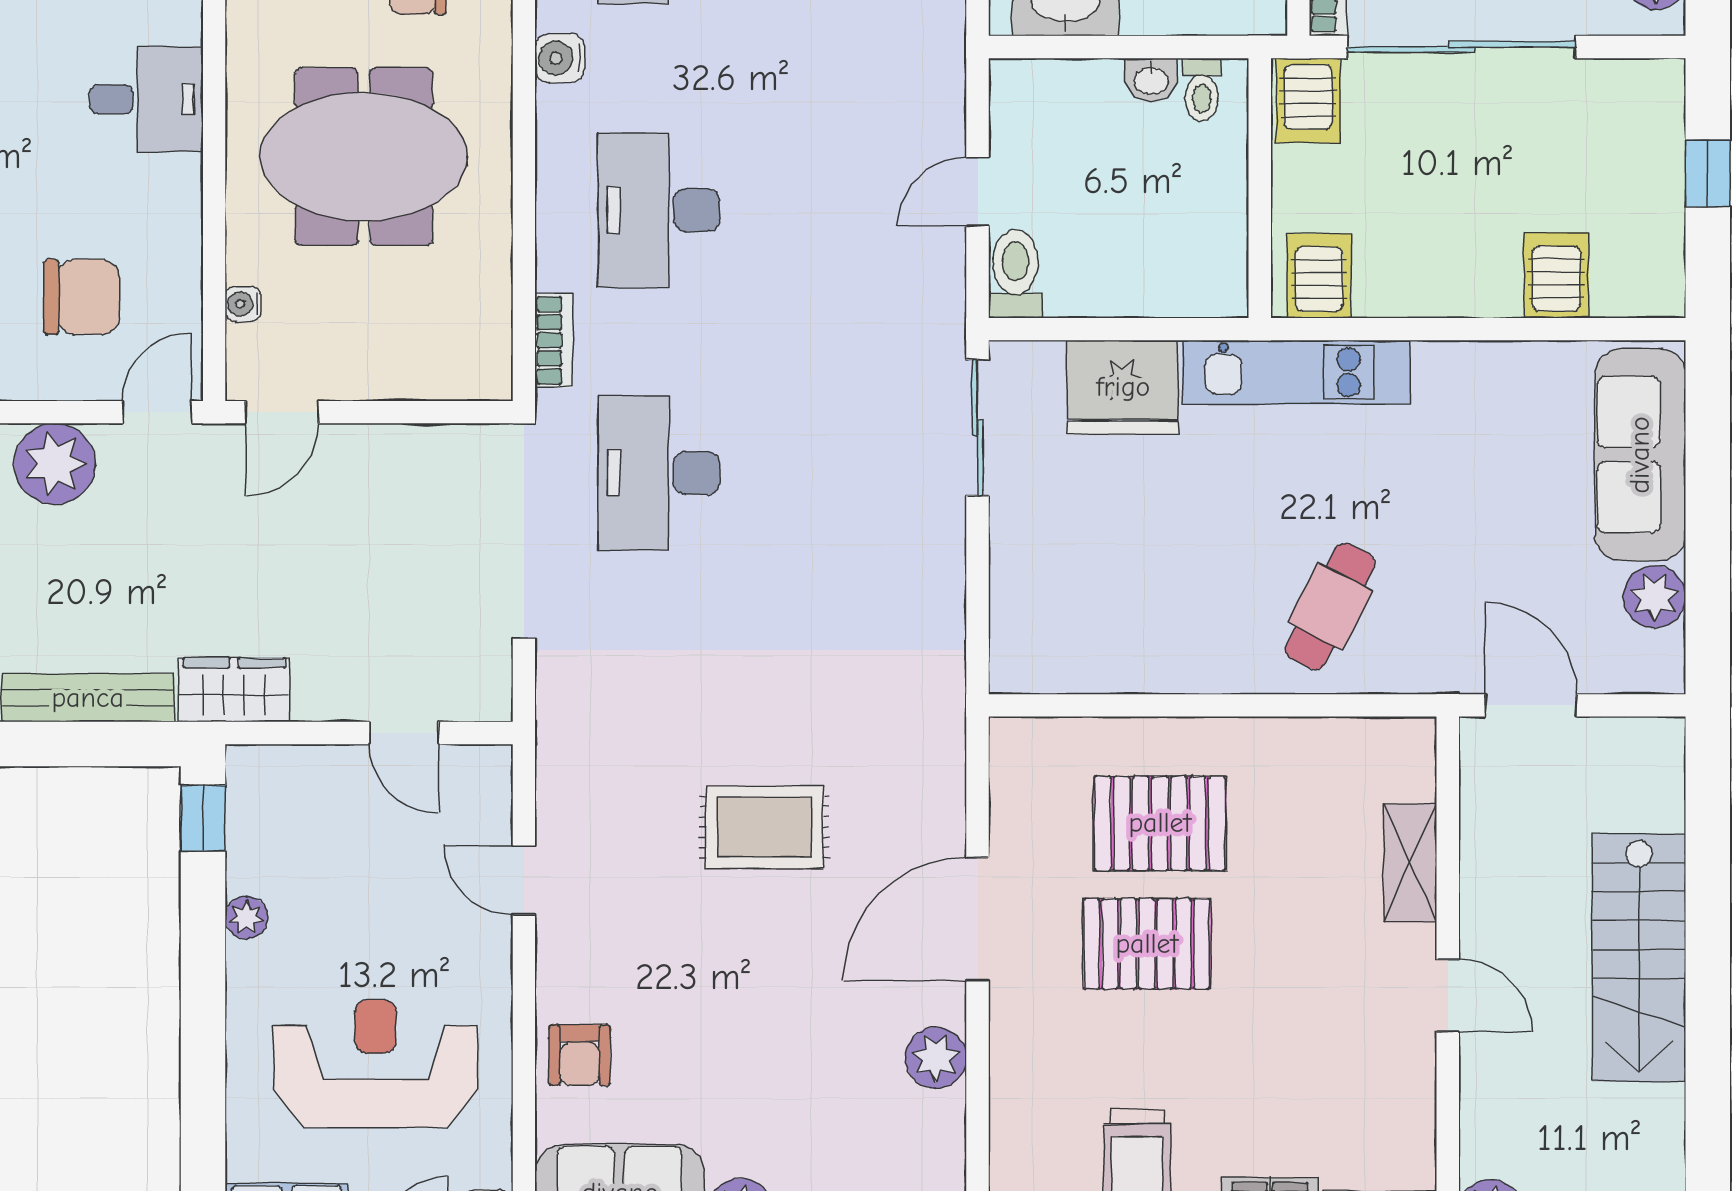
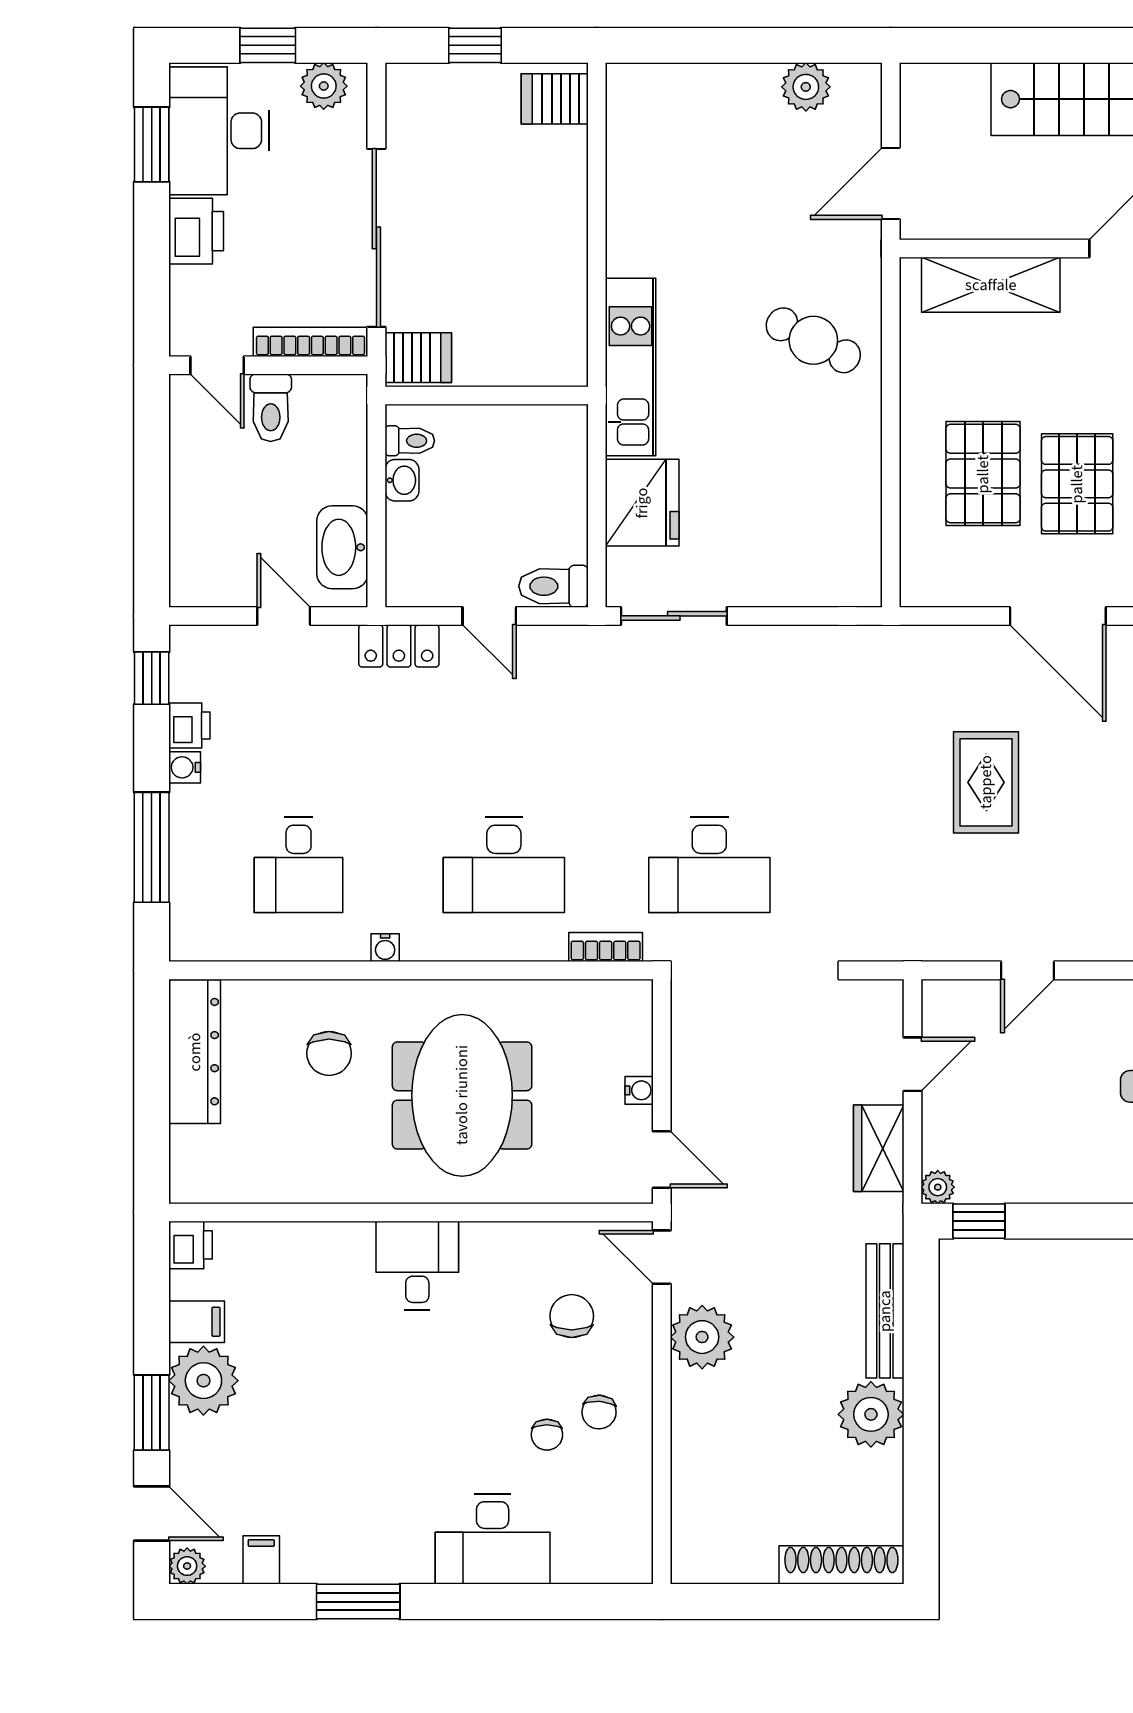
water cooler: (560, 58) -> (385, 948), width x0.72, depth x0.72
locker: (939, 76) -> (399, 646), added
server rack: (1556, 275) -> (555, 99), moved
server rack: (1319, 276) -> (555, 349), removed
chair: (81, 297) -> (572, 1316), width x0.73, depth x0.73
water cooler: (243, 304) -> (639, 1090), moved, turned -90
sofa: (1640, 455) -> (695, 98), removed
wardrobe: (234, 690) -> (879, 1148), moved
shelving: (1410, 863) -> (991, 285), width x1.50, depth x1.33
plant: (247, 918) -> (938, 1187), moved

